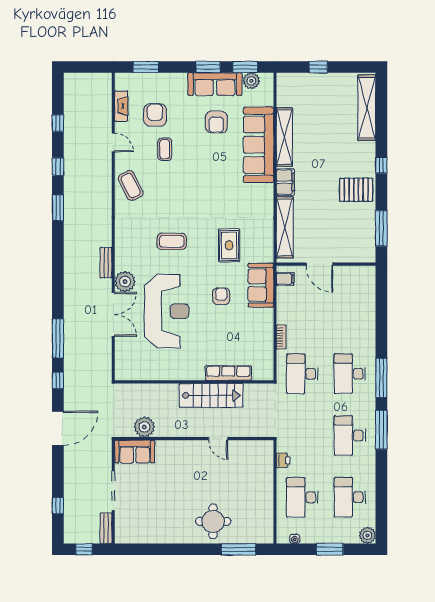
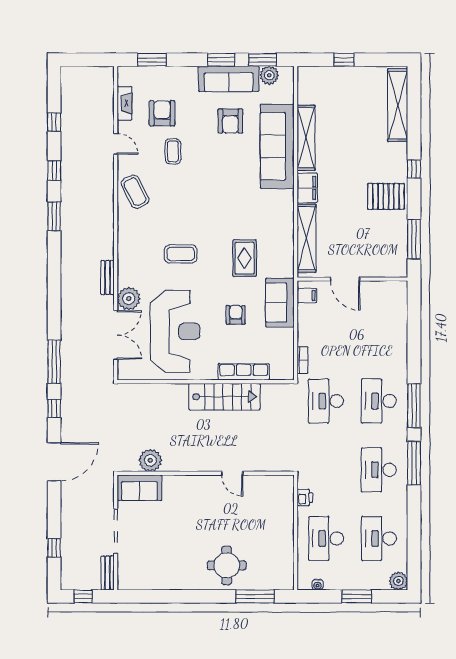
row of seats: (228, 373) -> (244, 372), moved
wall: (194, 382) -> (206, 382), moved
stairs: (211, 395) -> (225, 397), moved

